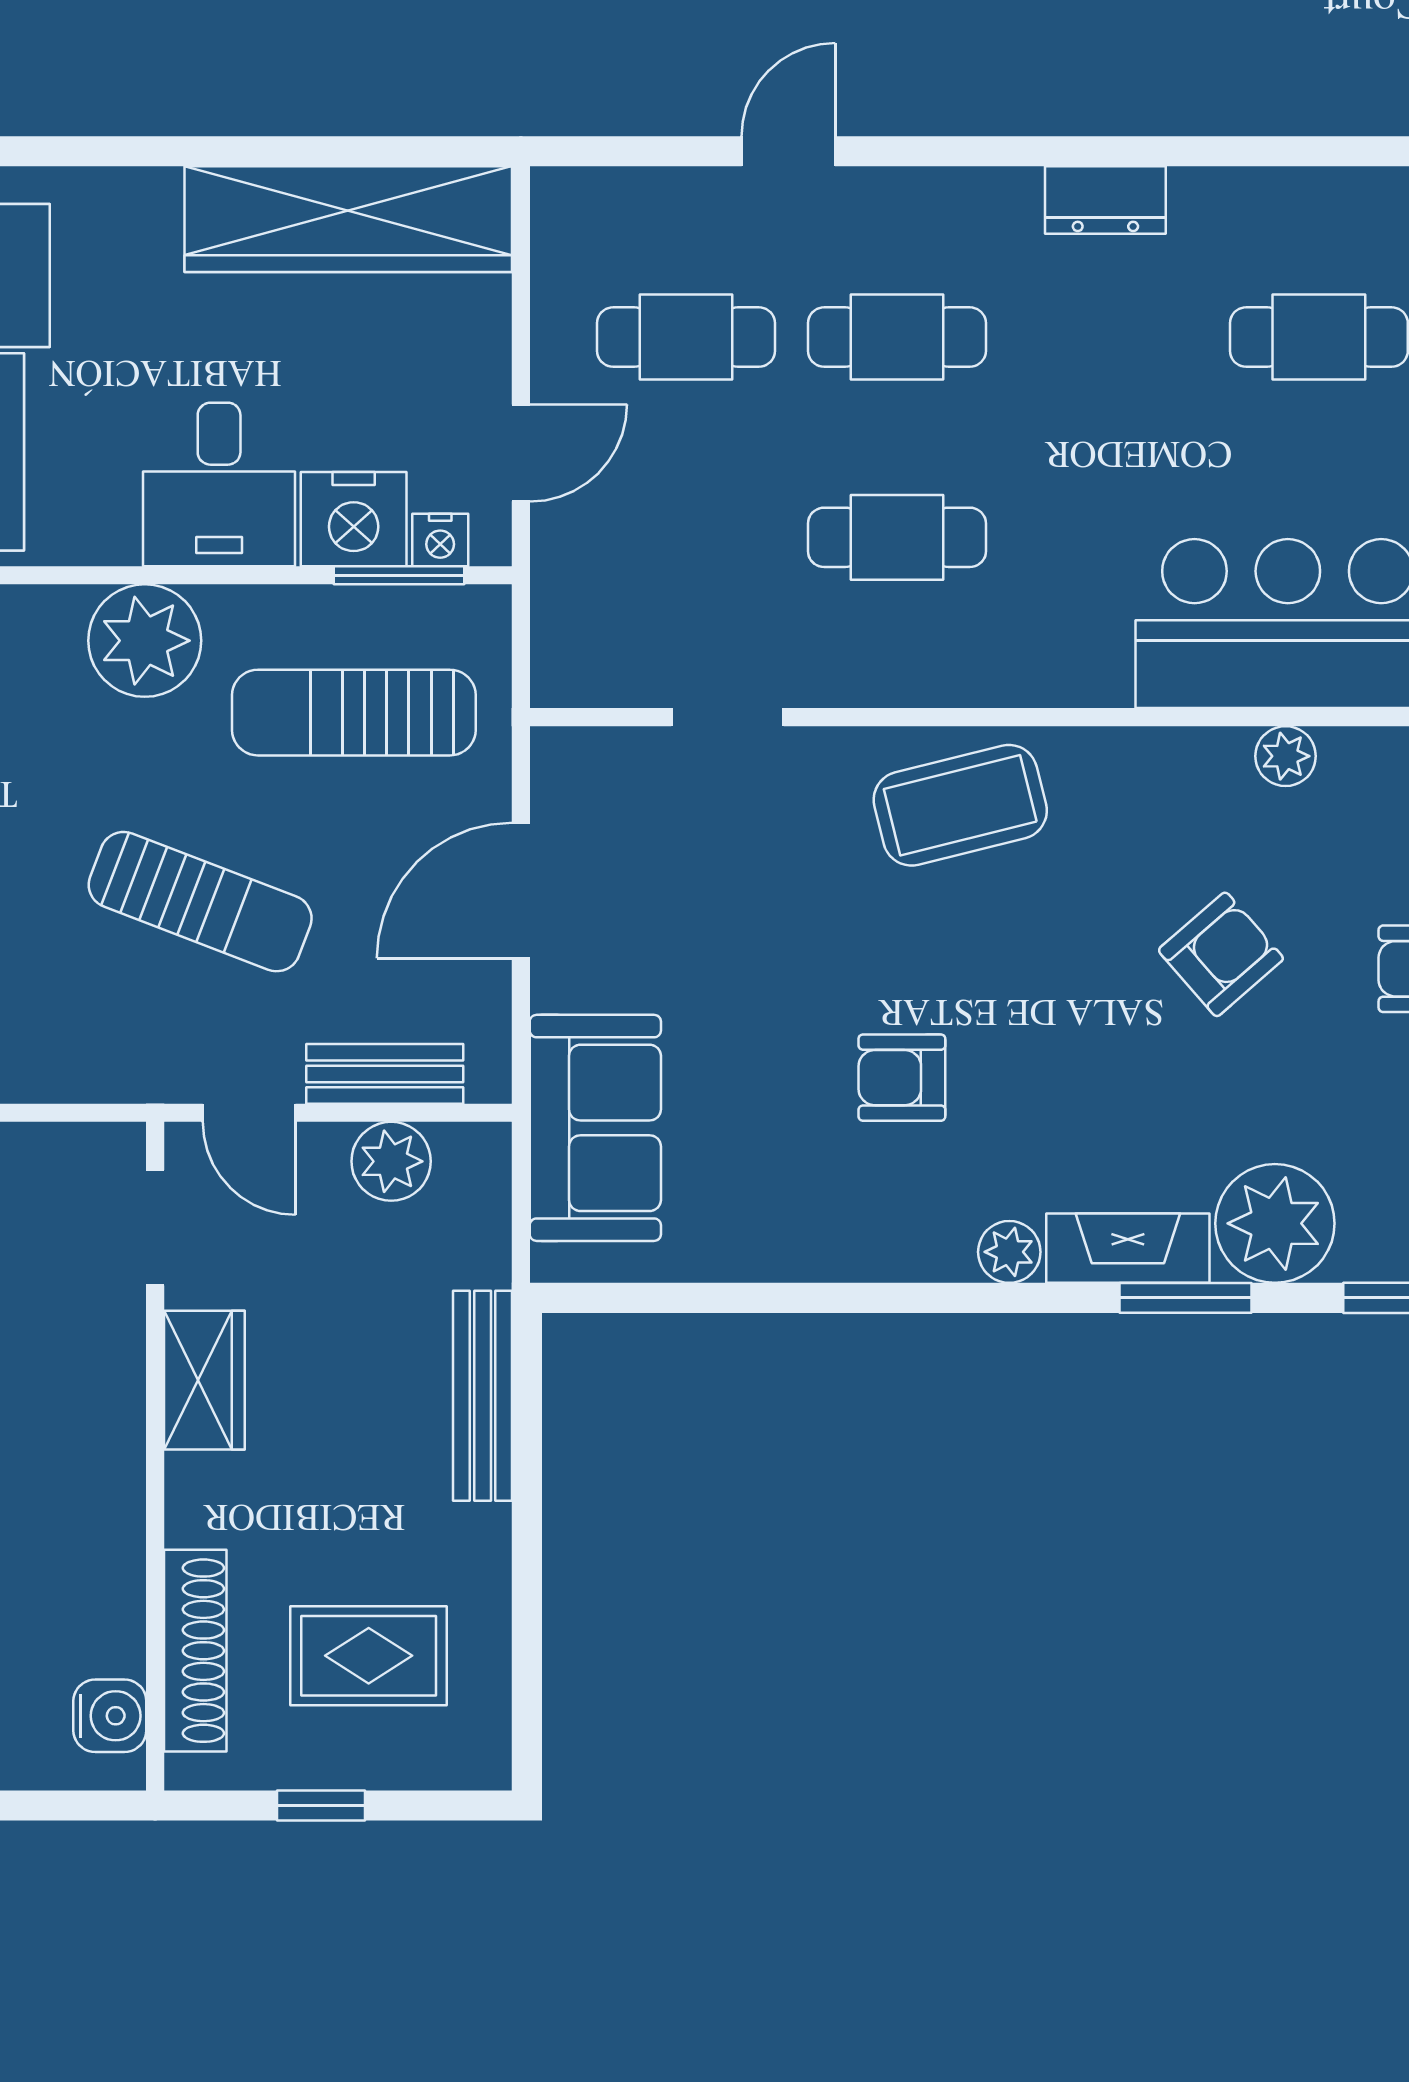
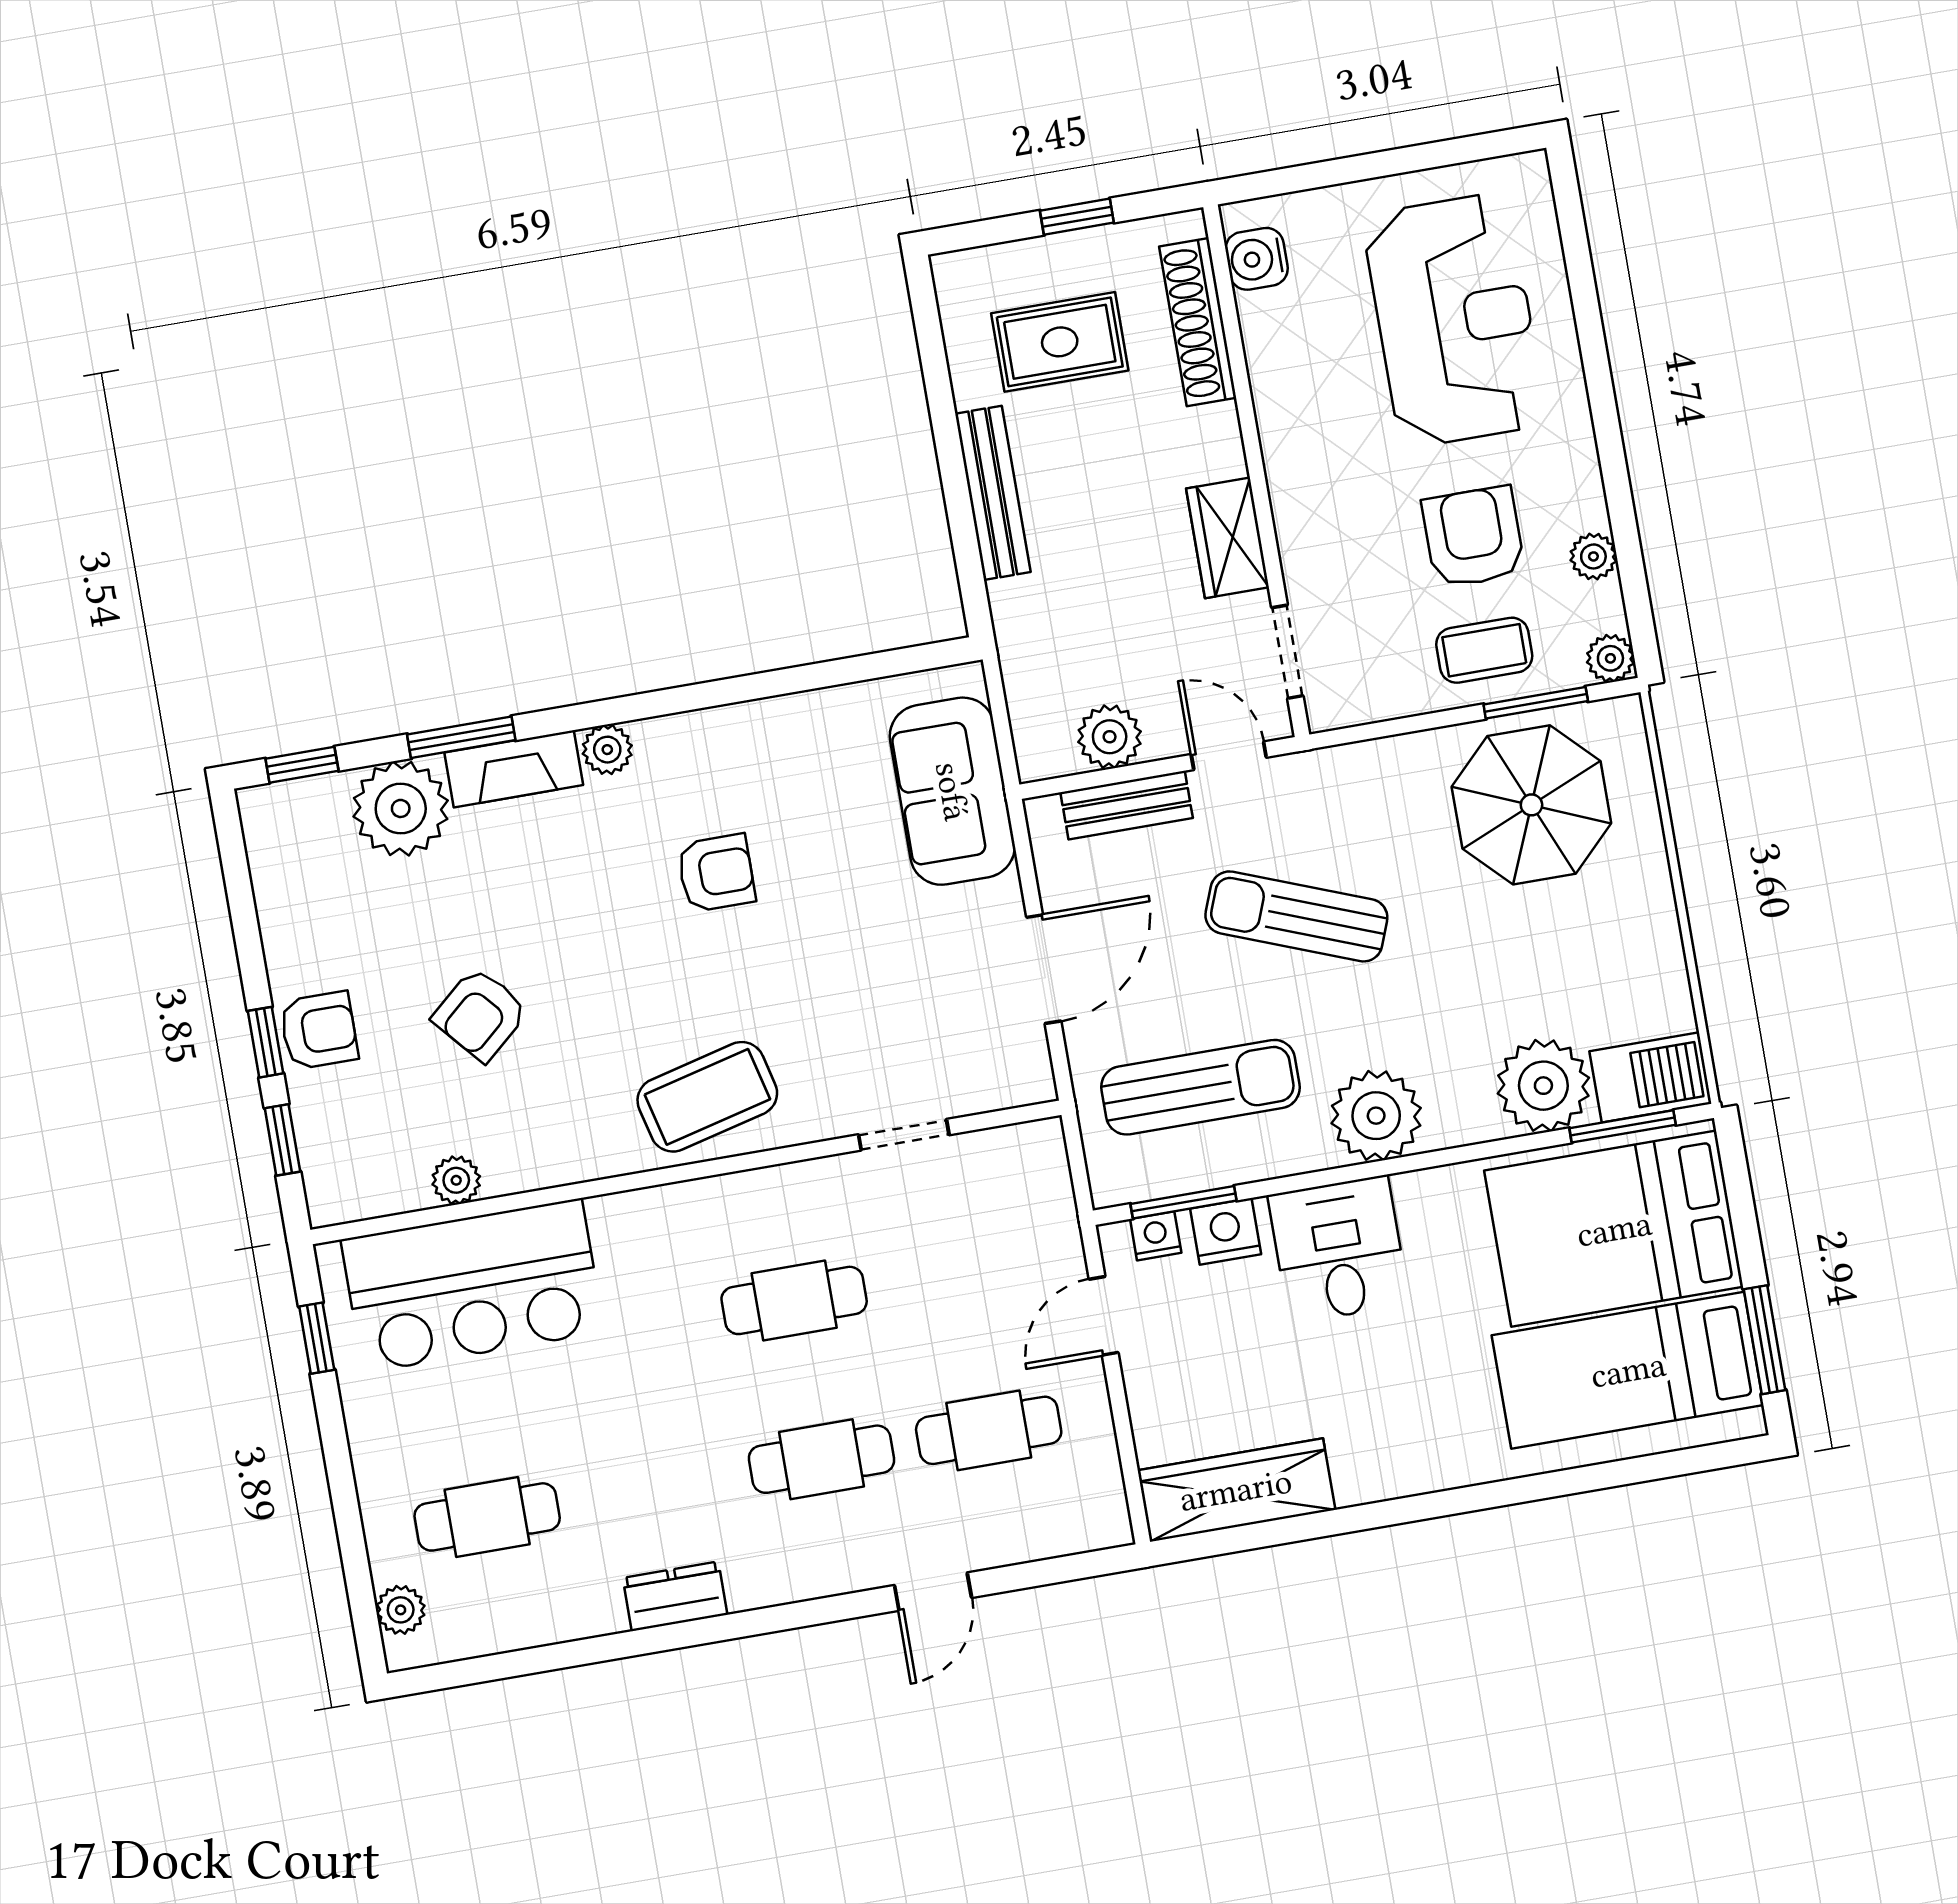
wardrobe: (348, 219) -> (1236, 1490), width x0.71, depth x0.85
nightstand: (354, 519) -> (1226, 1231), width x0.74, depth x0.75
bench: (483, 1396) -> (993, 493), moved

